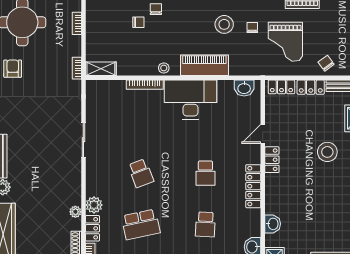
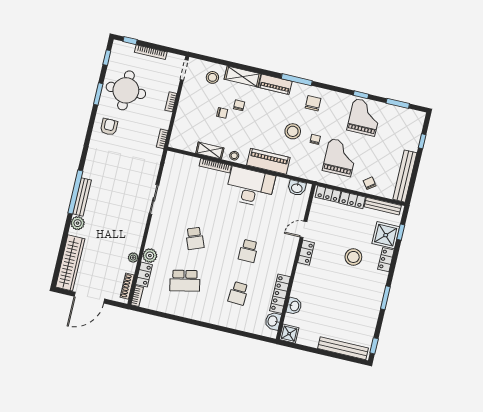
grand piano: (285, 42) -> (340, 158), turned 180
shelving: (101, 69) -> (210, 151), moved
locker: (253, 186) -> (280, 294), moved

